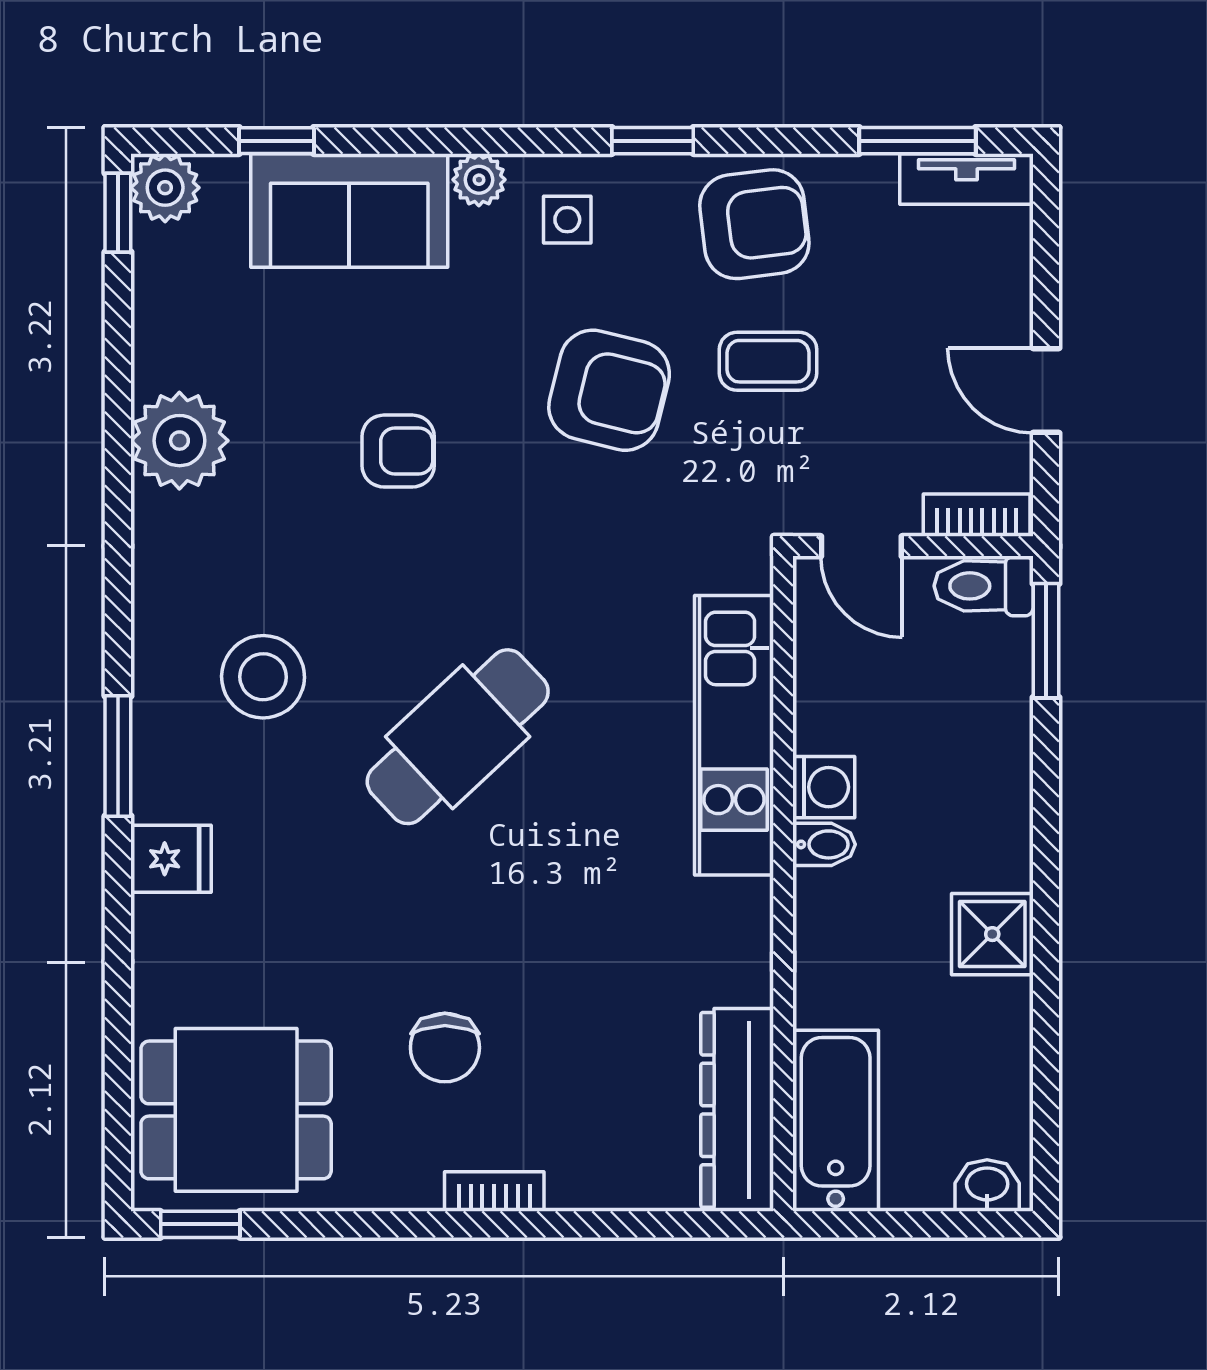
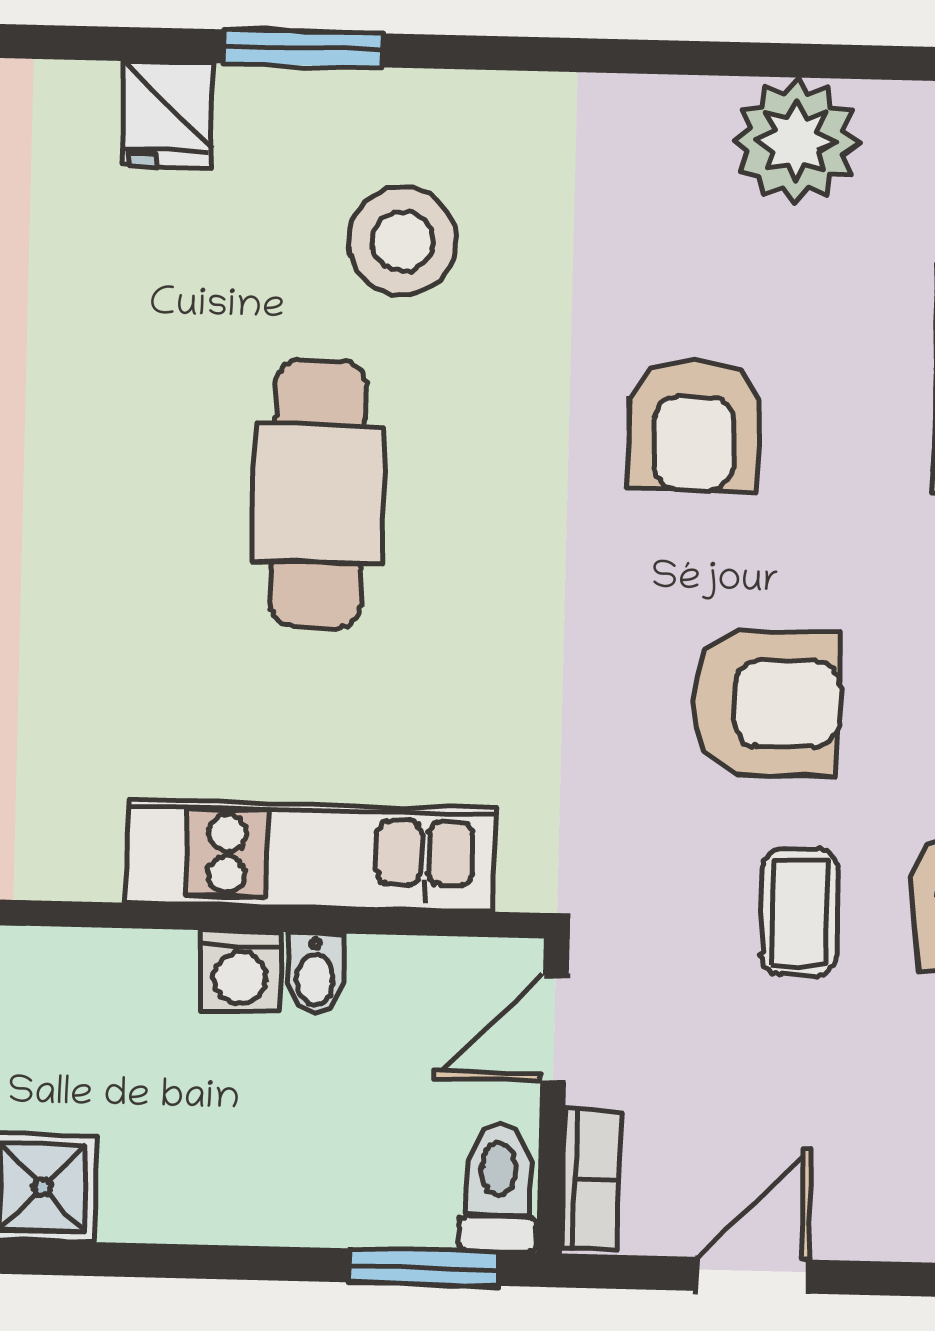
armchair: (609, 390) -> (767, 703), turned -104
plant: (179, 441) -> (796, 141), moved
armchair: (398, 451) -> (694, 425), width x1.38, depth x1.38
cafe table: (458, 737) -> (318, 494), turned 43
bidet: (824, 844) -> (315, 974), moved

